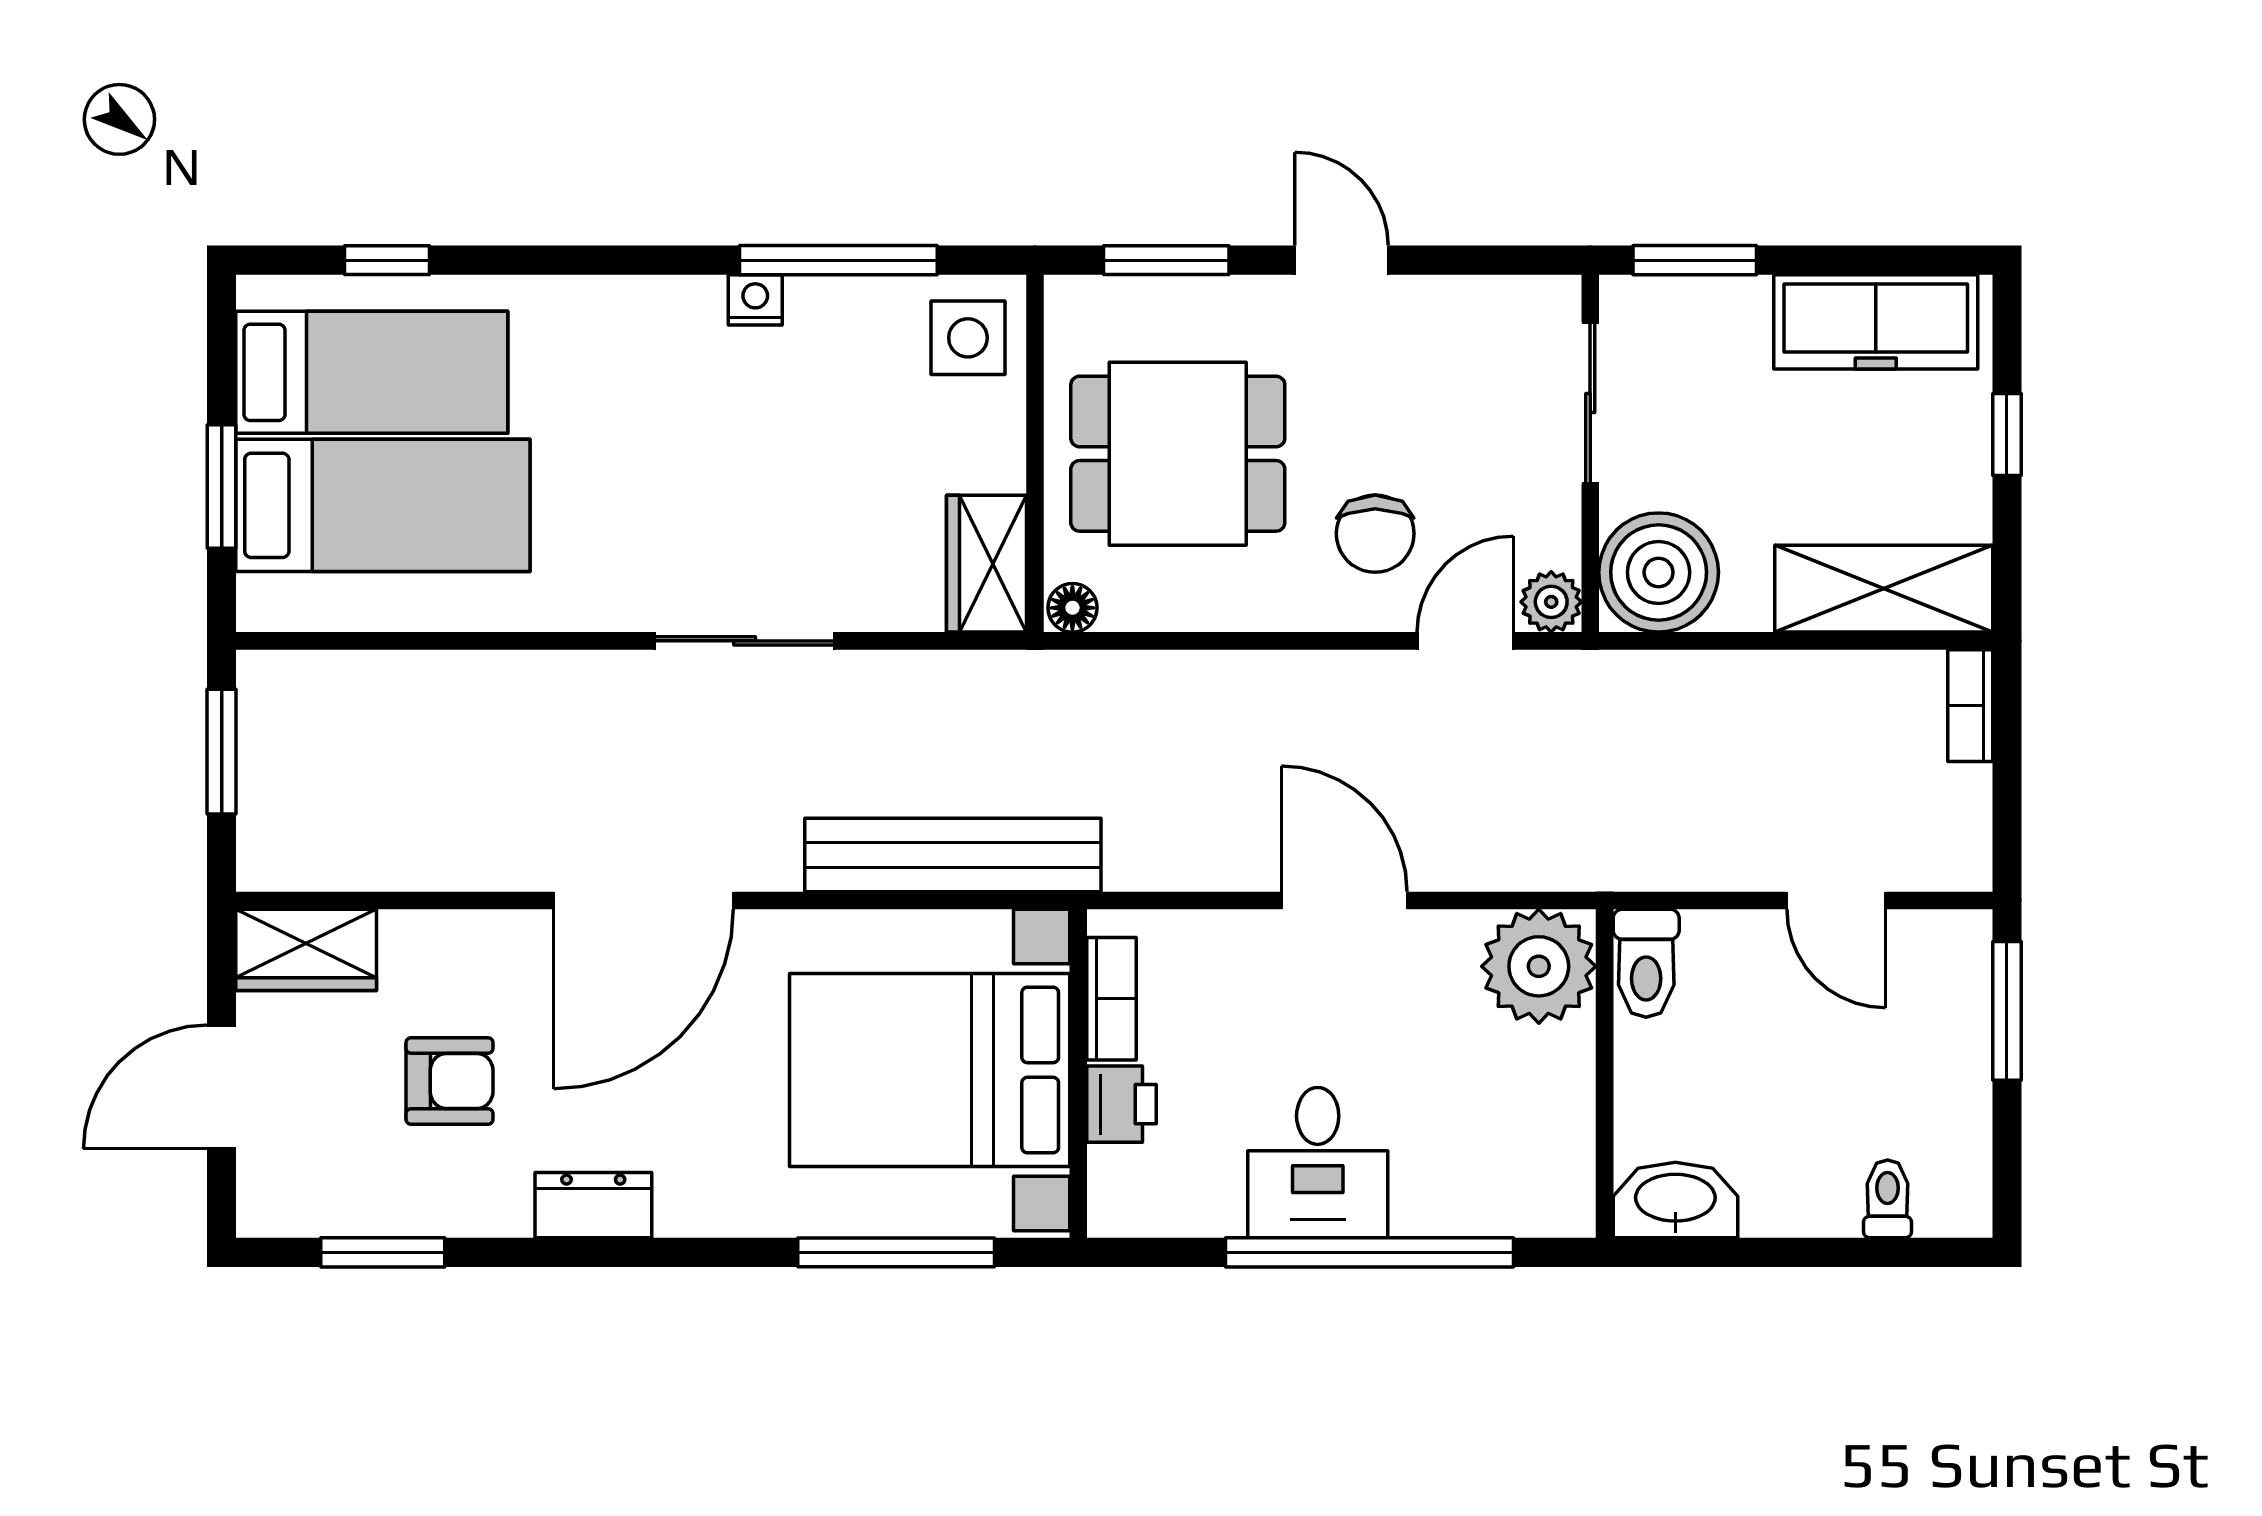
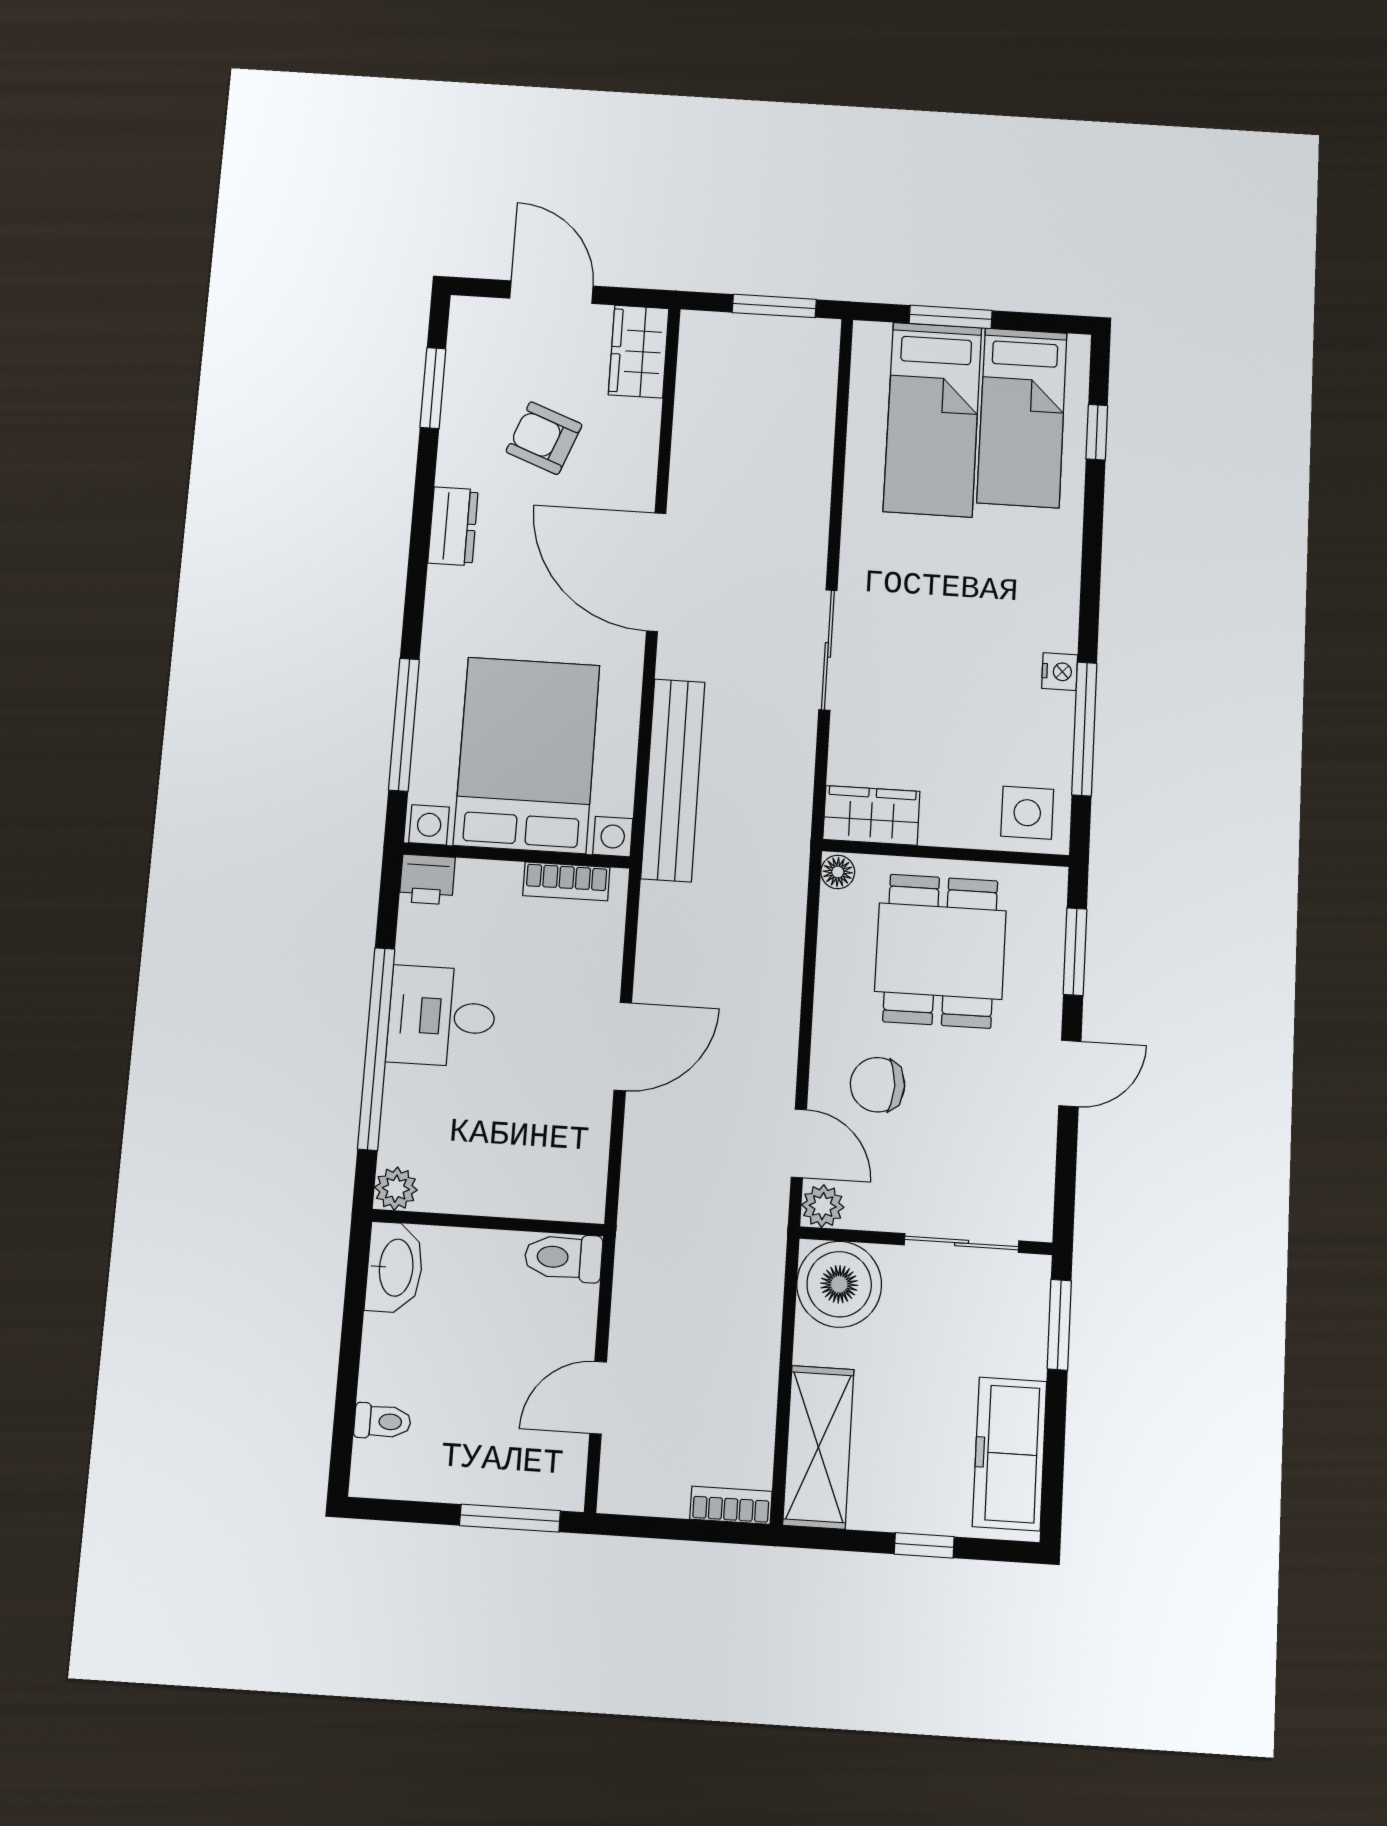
plant: (1539, 966) -> (396, 1189), moved, width x0.53, depth x0.53
armchair: (449, 1081) -> (544, 438), turned 111
printer: (1122, 1104) -> (427, 879), moved

